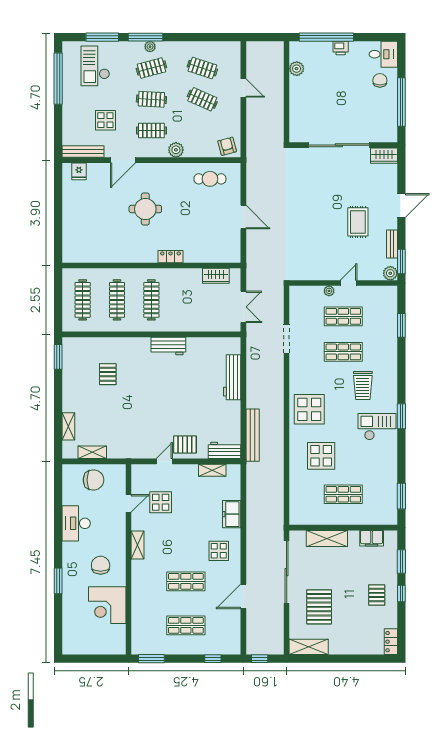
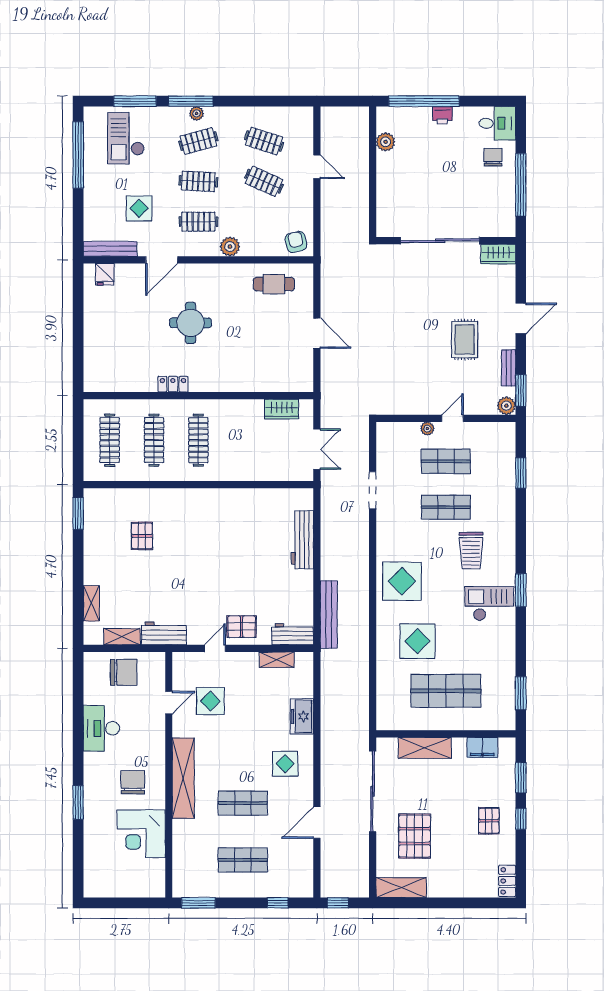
locker: (171, 257) -> (173, 384), moved
workbench: (168, 346) -> (164, 633), moved, turned 180
shop shelf: (343, 494) -> (446, 691), width x1.43, depth x1.36
shelving: (138, 545) -> (183, 778), width x2.20, depth x1.33

